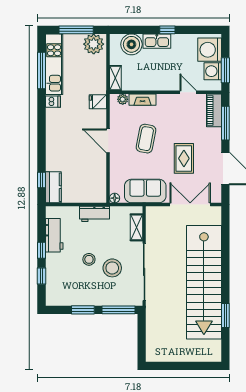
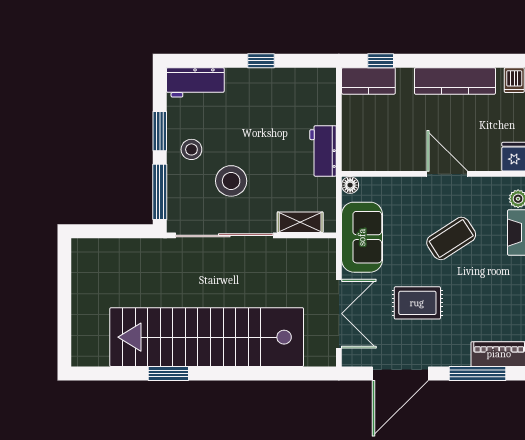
kitchen counter: (53, 136) -> (455, 81), added
coffee table: (146, 139) -> (451, 238), turned -44
door: (108, 141) -> (447, 174), hinge flipped
workbench: (54, 235) -> (195, 82), moved
stool: (89, 259) -> (191, 149), moved
window: (42, 276) -> (217, 61), removed
window: (225, 315) -> (168, 374), moved

